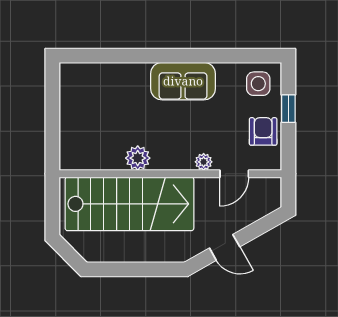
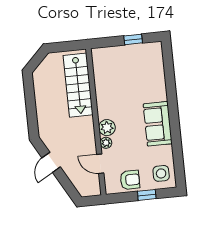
window: (52, 105) -> (133, 39), added
plant: (138, 158) -> (107, 128), moved
stairs: (129, 204) -> (78, 85), width x0.73, depth x0.66

